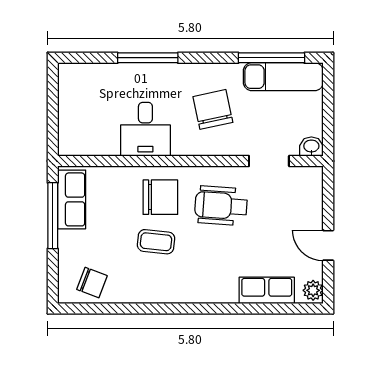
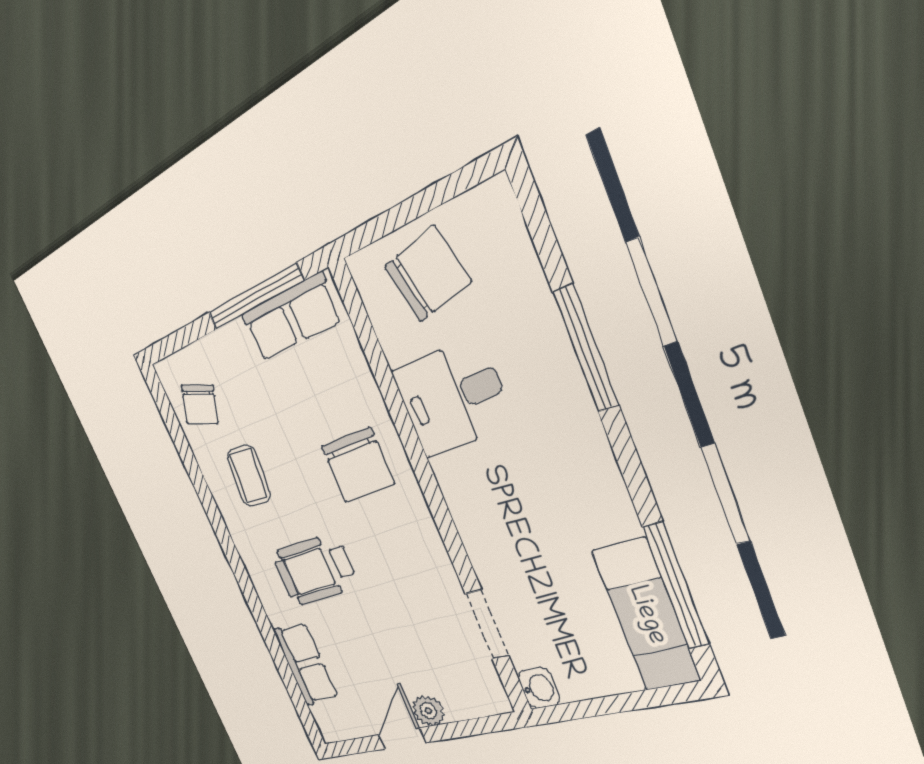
chair: (213, 109) -> (427, 274), moved
wheelchair: (221, 206) -> (314, 570), moved, turned -94
coffee table: (156, 242) -> (249, 476), moved
plant: (313, 290) -> (428, 711), moved

